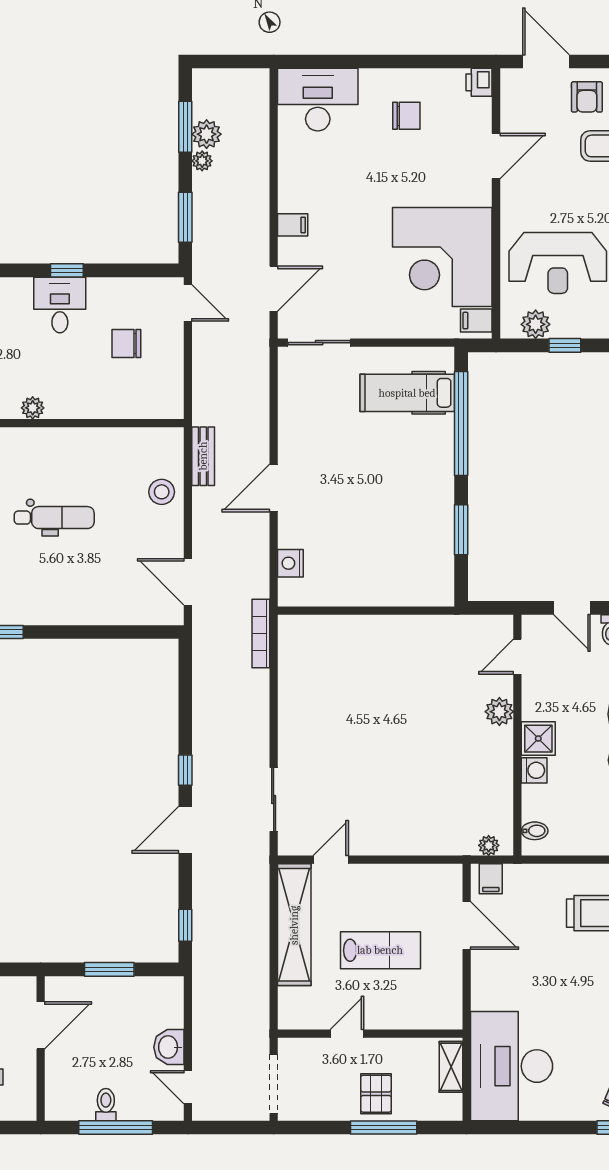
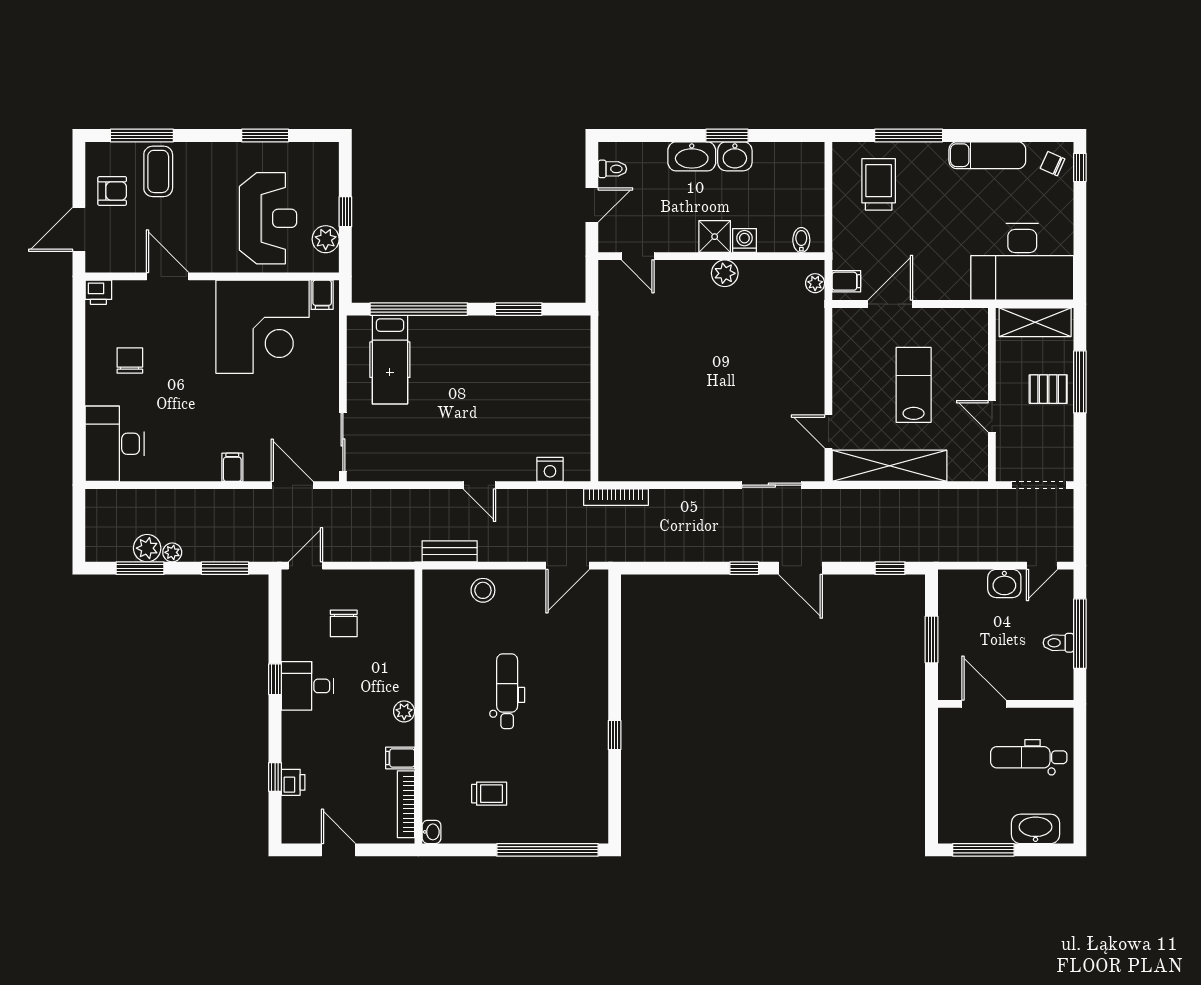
door: (274, 488) -> (479, 485), width x0.73
plant: (499, 712) -> (725, 273), moved
shelving: (451, 1067) -> (1035, 322), width x1.50, depth x1.33

